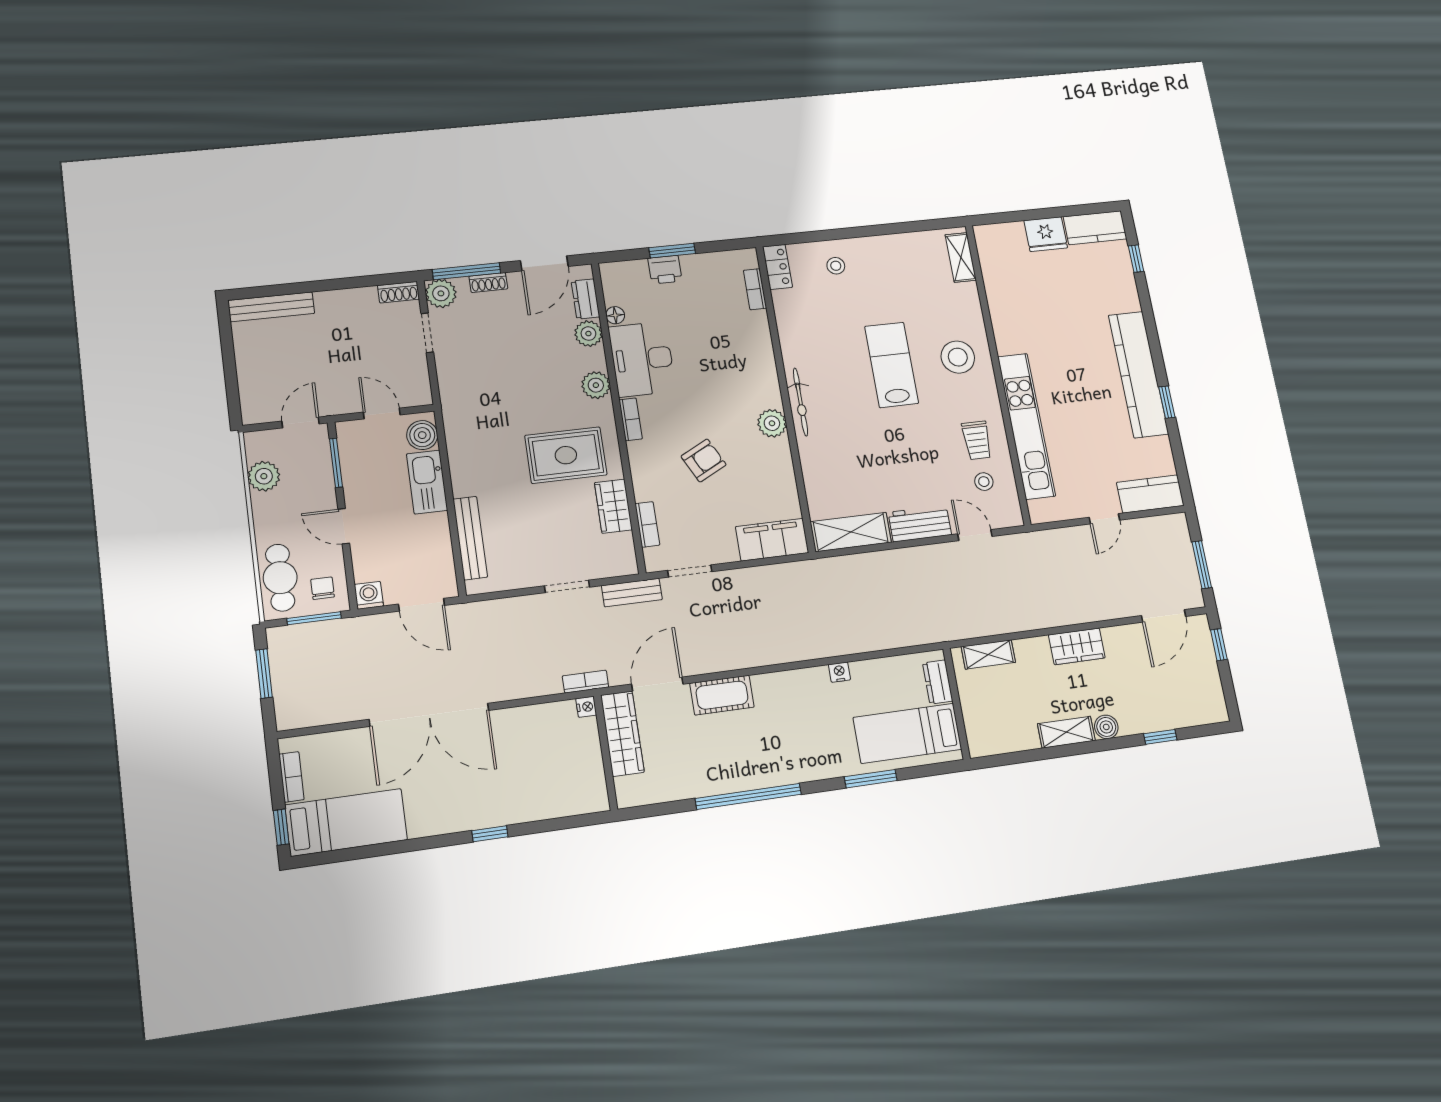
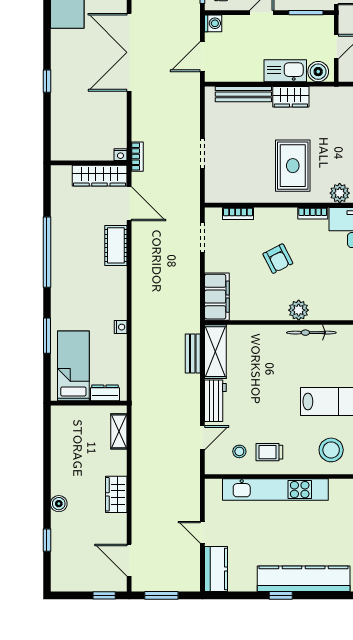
wardrobe: (613, 506) -> (291, 97), moved, turned 180
bench: (632, 593) -> (193, 353), moved
shelving: (1066, 732) -> (59, 475), removed

